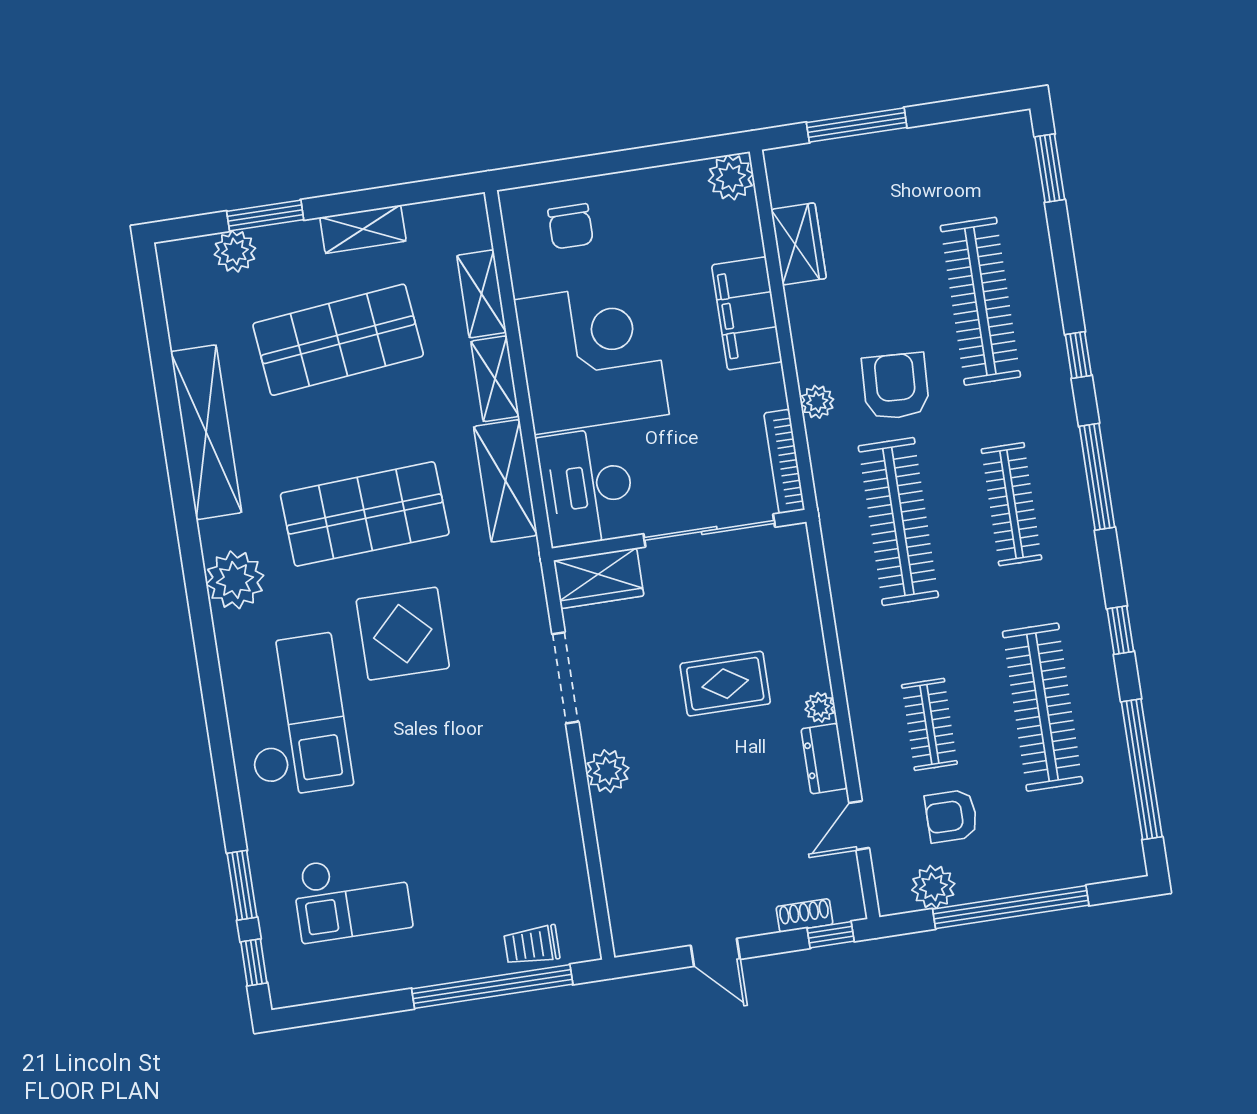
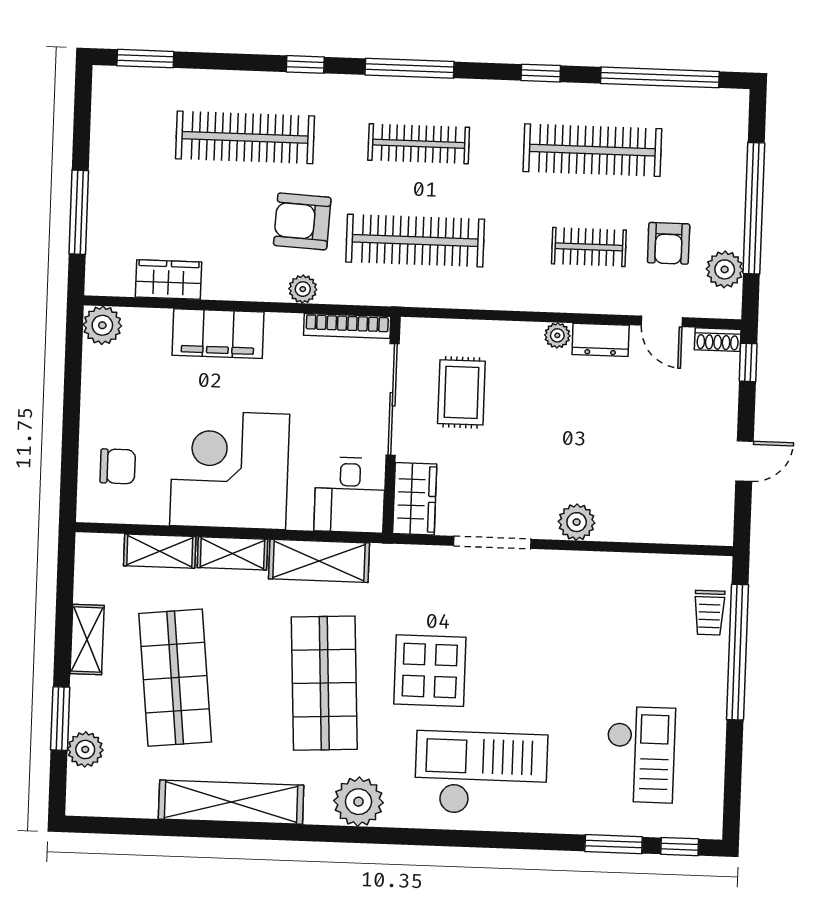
desk: (587, 487) -> (350, 495), width x0.73
rug: (725, 684) -> (461, 392), moved
shoe rack: (805, 915) -> (718, 340), moved, turned -90

